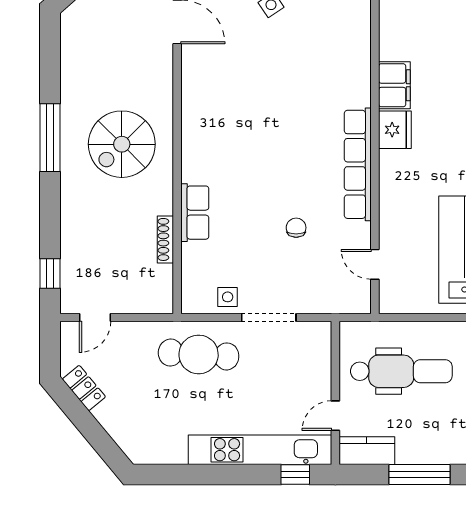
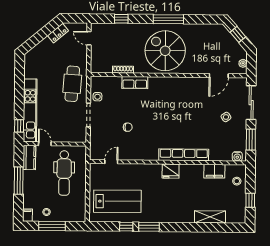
filing cabinet: (394, 85) -> (214, 171), moved
spiral stairs: (122, 144) -> (165, 51), width x1.37, depth x1.37
row of seats: (358, 164) -> (184, 155), moved
window: (50, 273) -> (121, 19), moved

